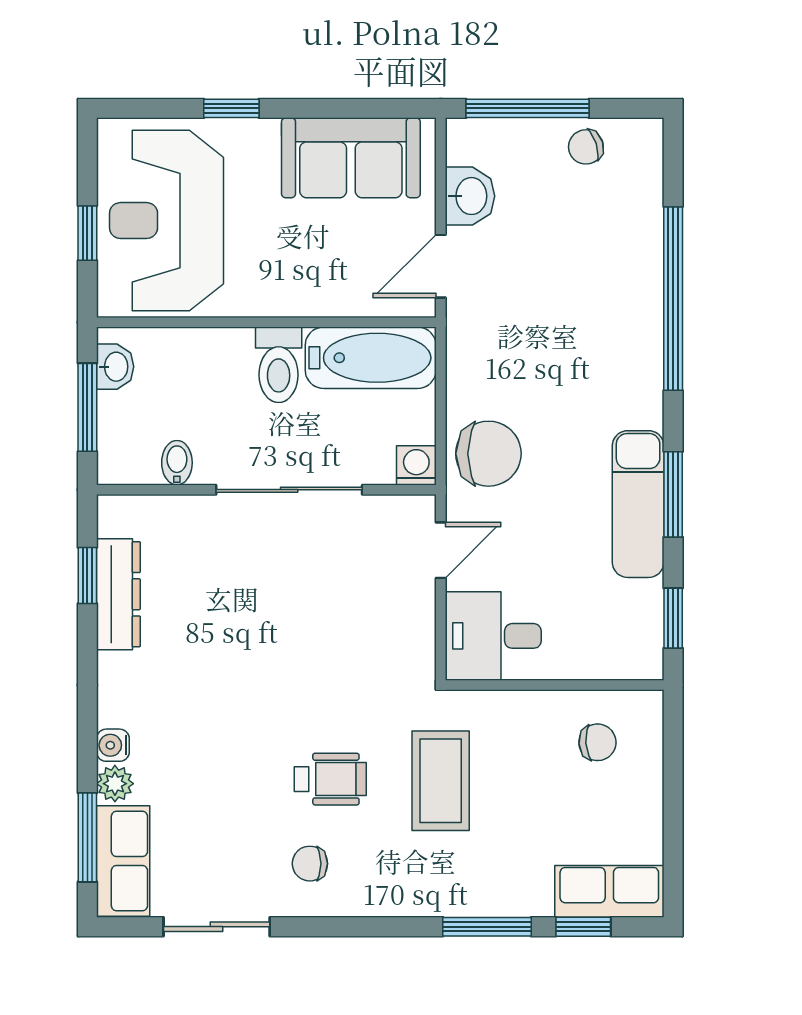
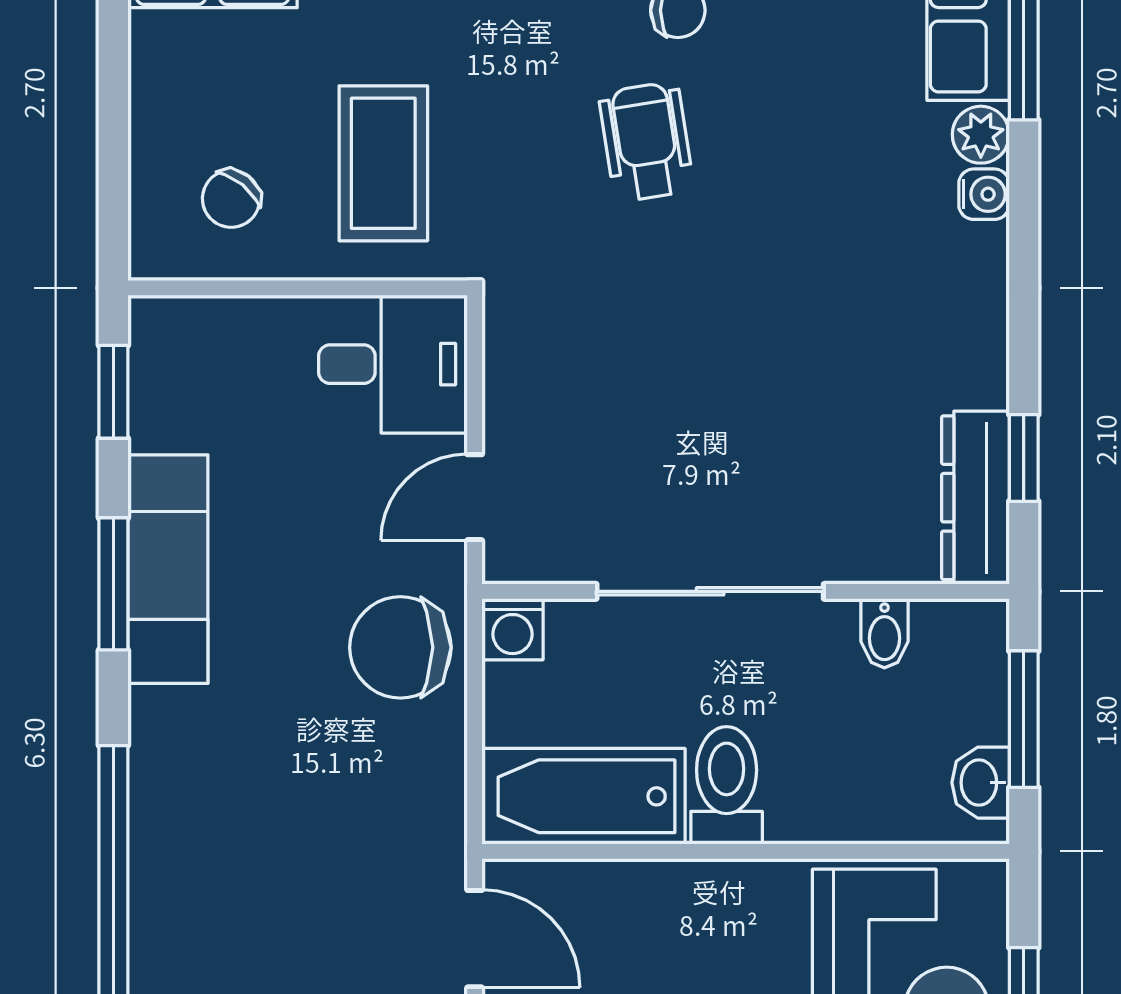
door: (441, 266) -> (475, 939), hinge flipped
dresser: (118, 594) -> (975, 498), moved
chair: (597, 742) -> (231, 199), turned -47
wheelchair: (330, 779) -> (646, 142), turned 81
coffee table: (441, 781) -> (383, 163), moved

